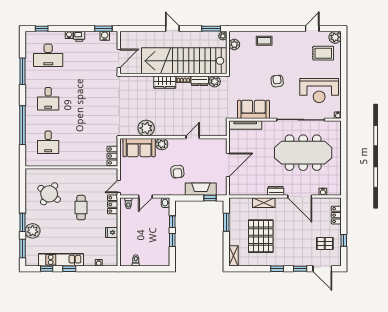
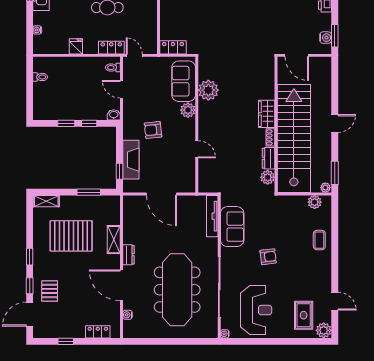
reception desk: (319, 90) -> (256, 310), turned 180
door: (300, 196) -> (121, 285), hinge flipped
pallet: (325, 244) -> (50, 291), moved

